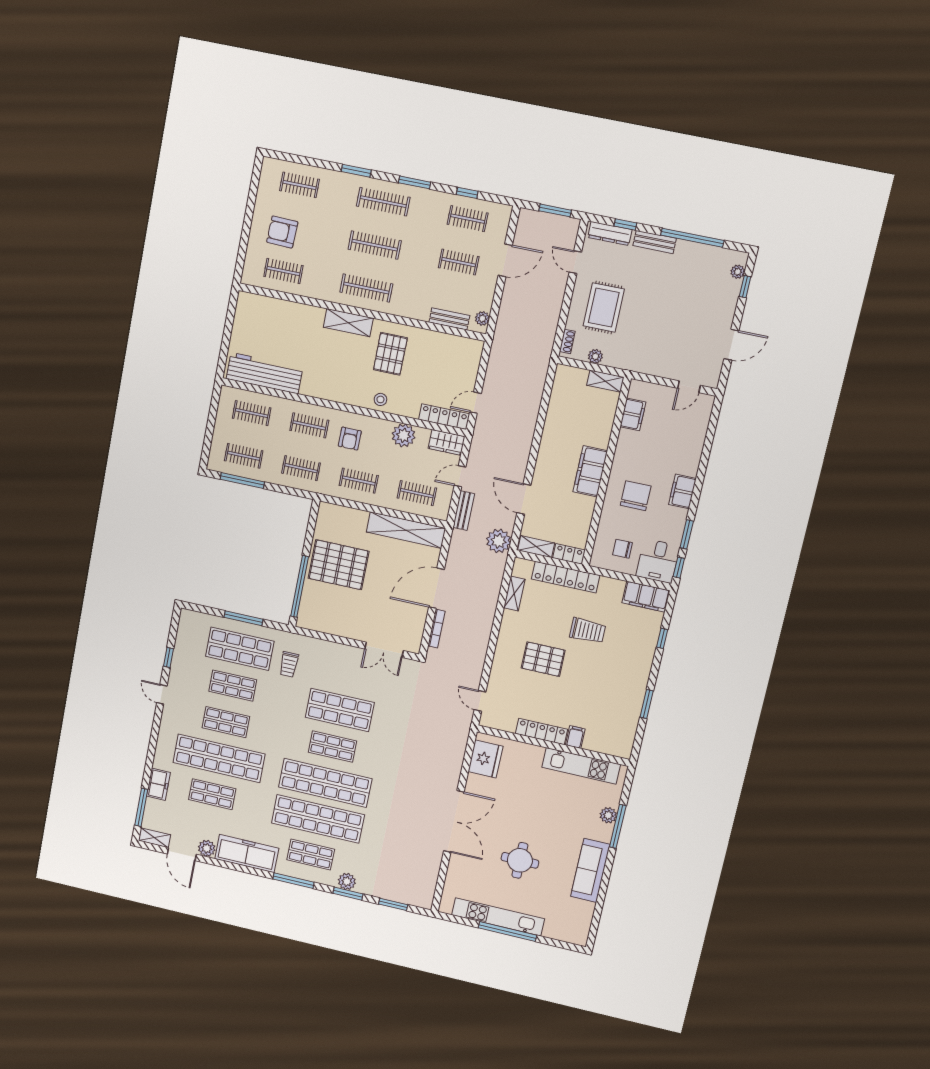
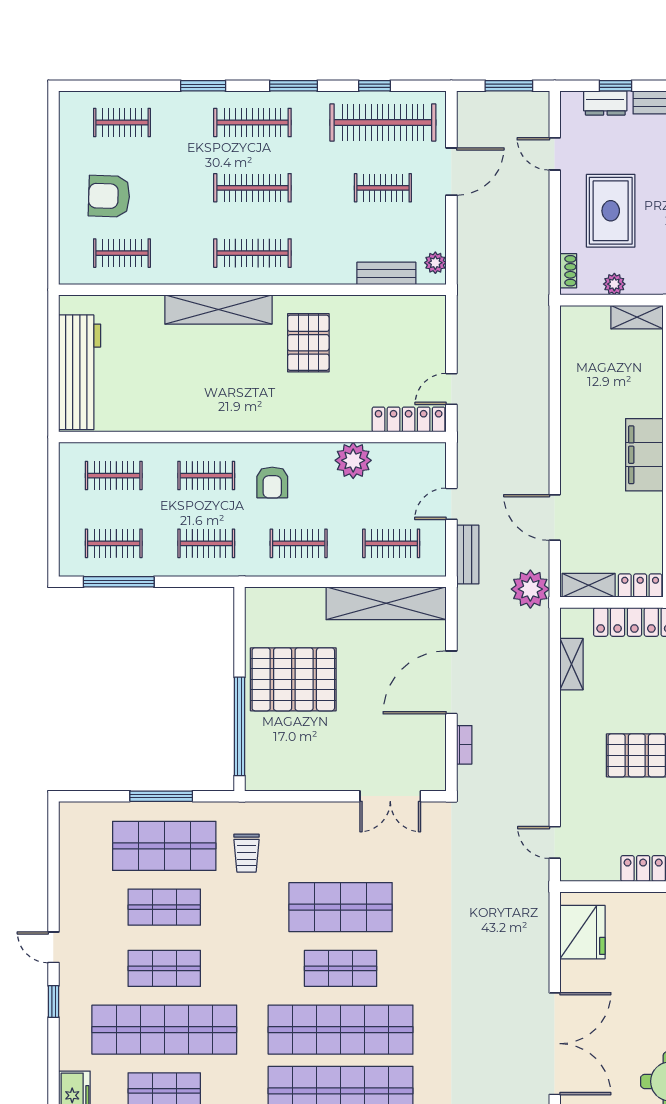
clothes rail: (468, 219) -> (383, 122), width x1.86, depth x1.31
dresser: (610, 234) -> (605, 103), width x0.70
shelving: (348, 323) -> (218, 310), width x1.47
workbench: (264, 373) -> (80, 372), moved, turned 90
stool: (380, 399) -> (307, 414), removed
wardrobe: (446, 442) -> (420, 457), removed
bookcase: (436, 629) -> (464, 745), width x0.64
window: (168, 657) -> (53, 1001), moved

